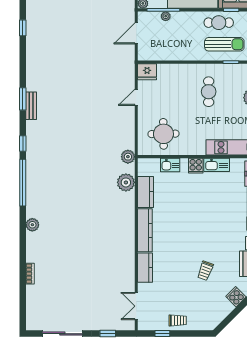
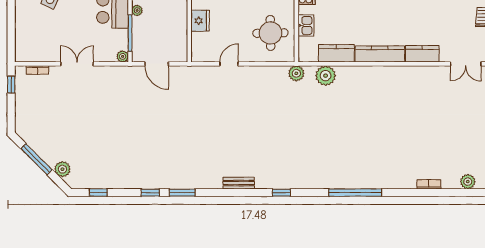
plant: (166, 16) -> (137, 10), moved
fridge: (147, 72) -> (200, 21), moved
door: (136, 97) -> (229, 64), swing flipped
window: (23, 99) -> (182, 193), moved
window: (23, 183) -> (355, 193), moved
plant: (32, 225) -> (468, 182), moved

